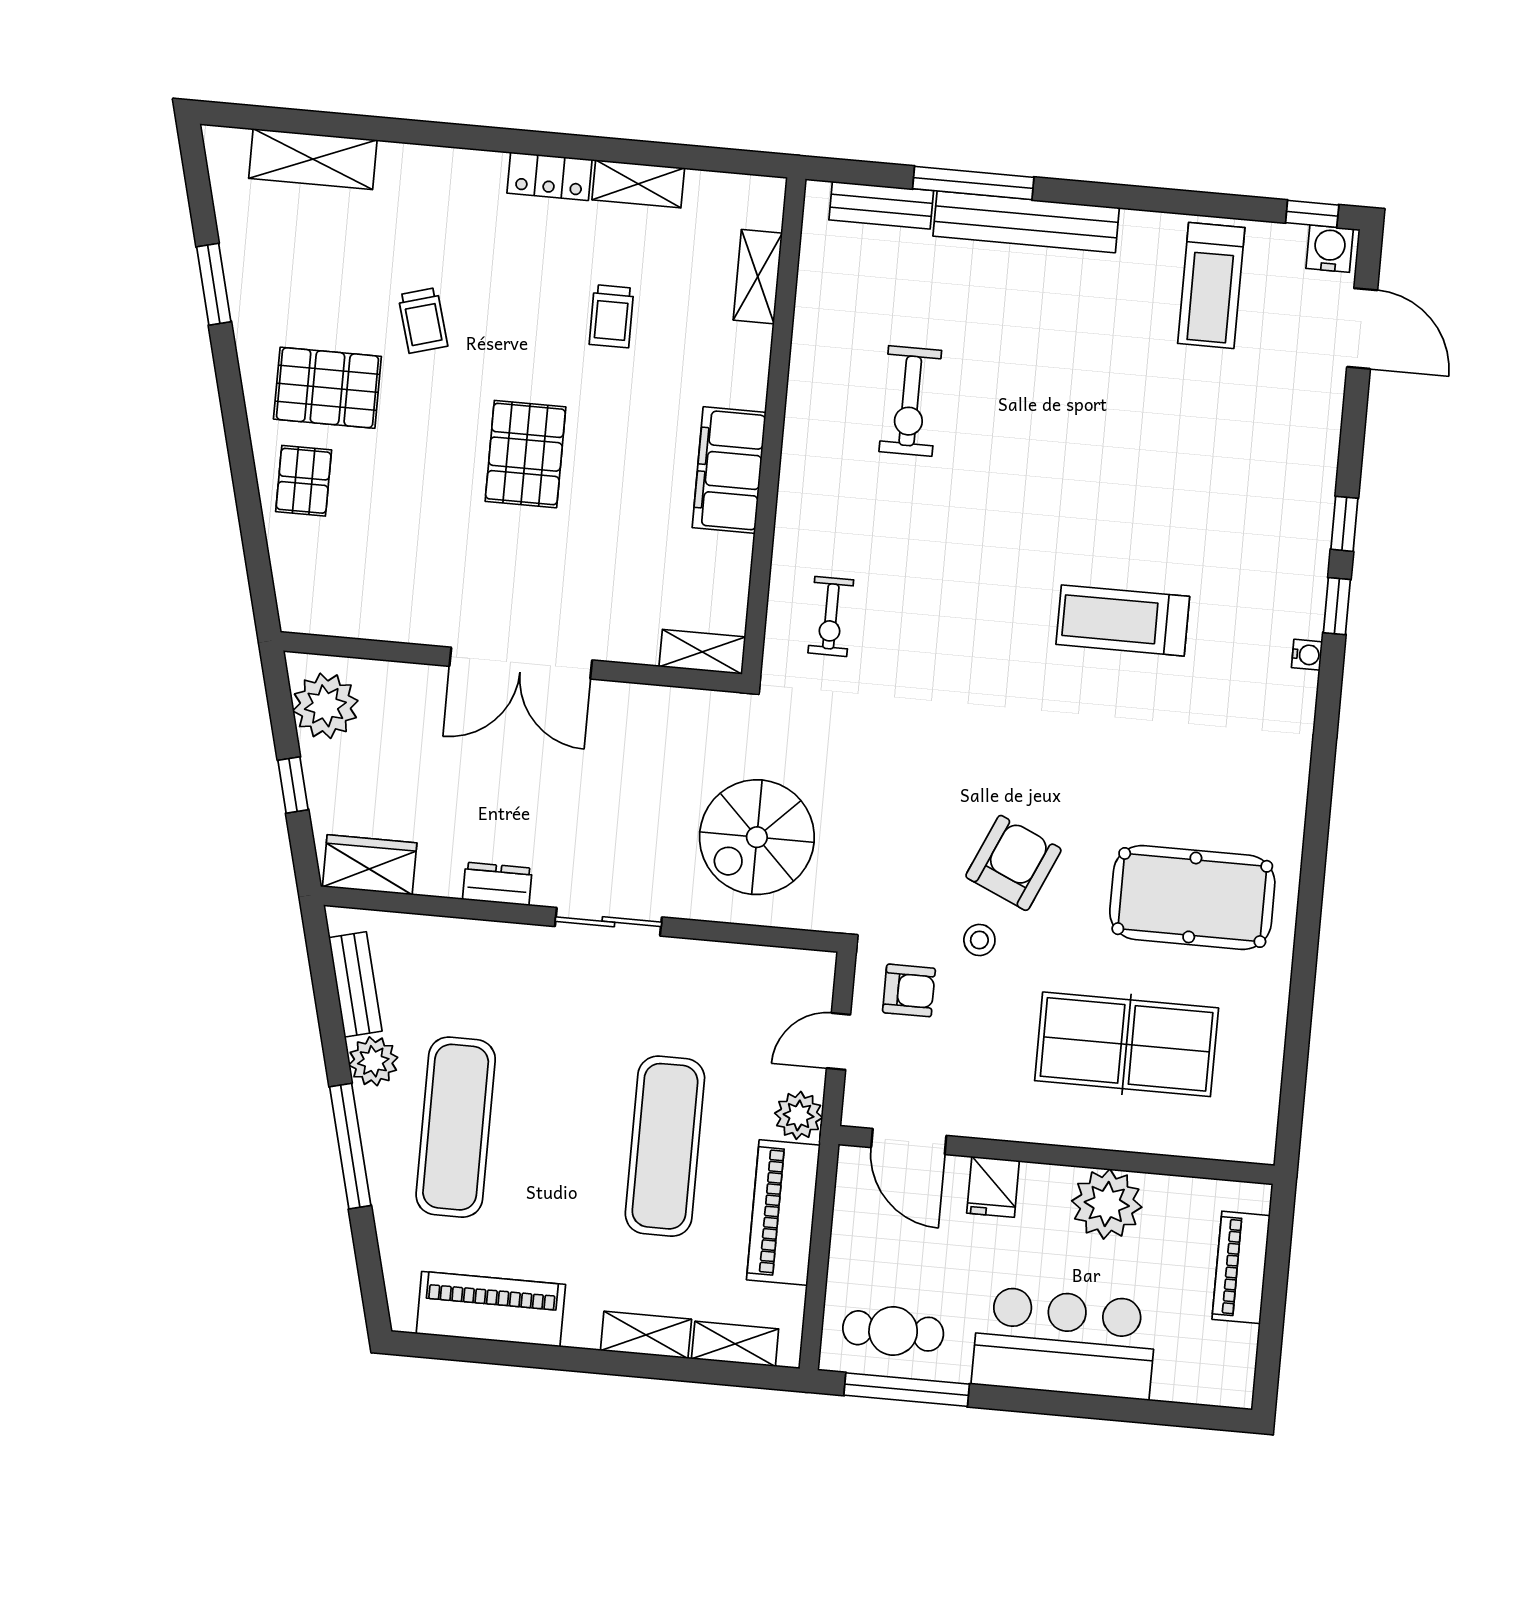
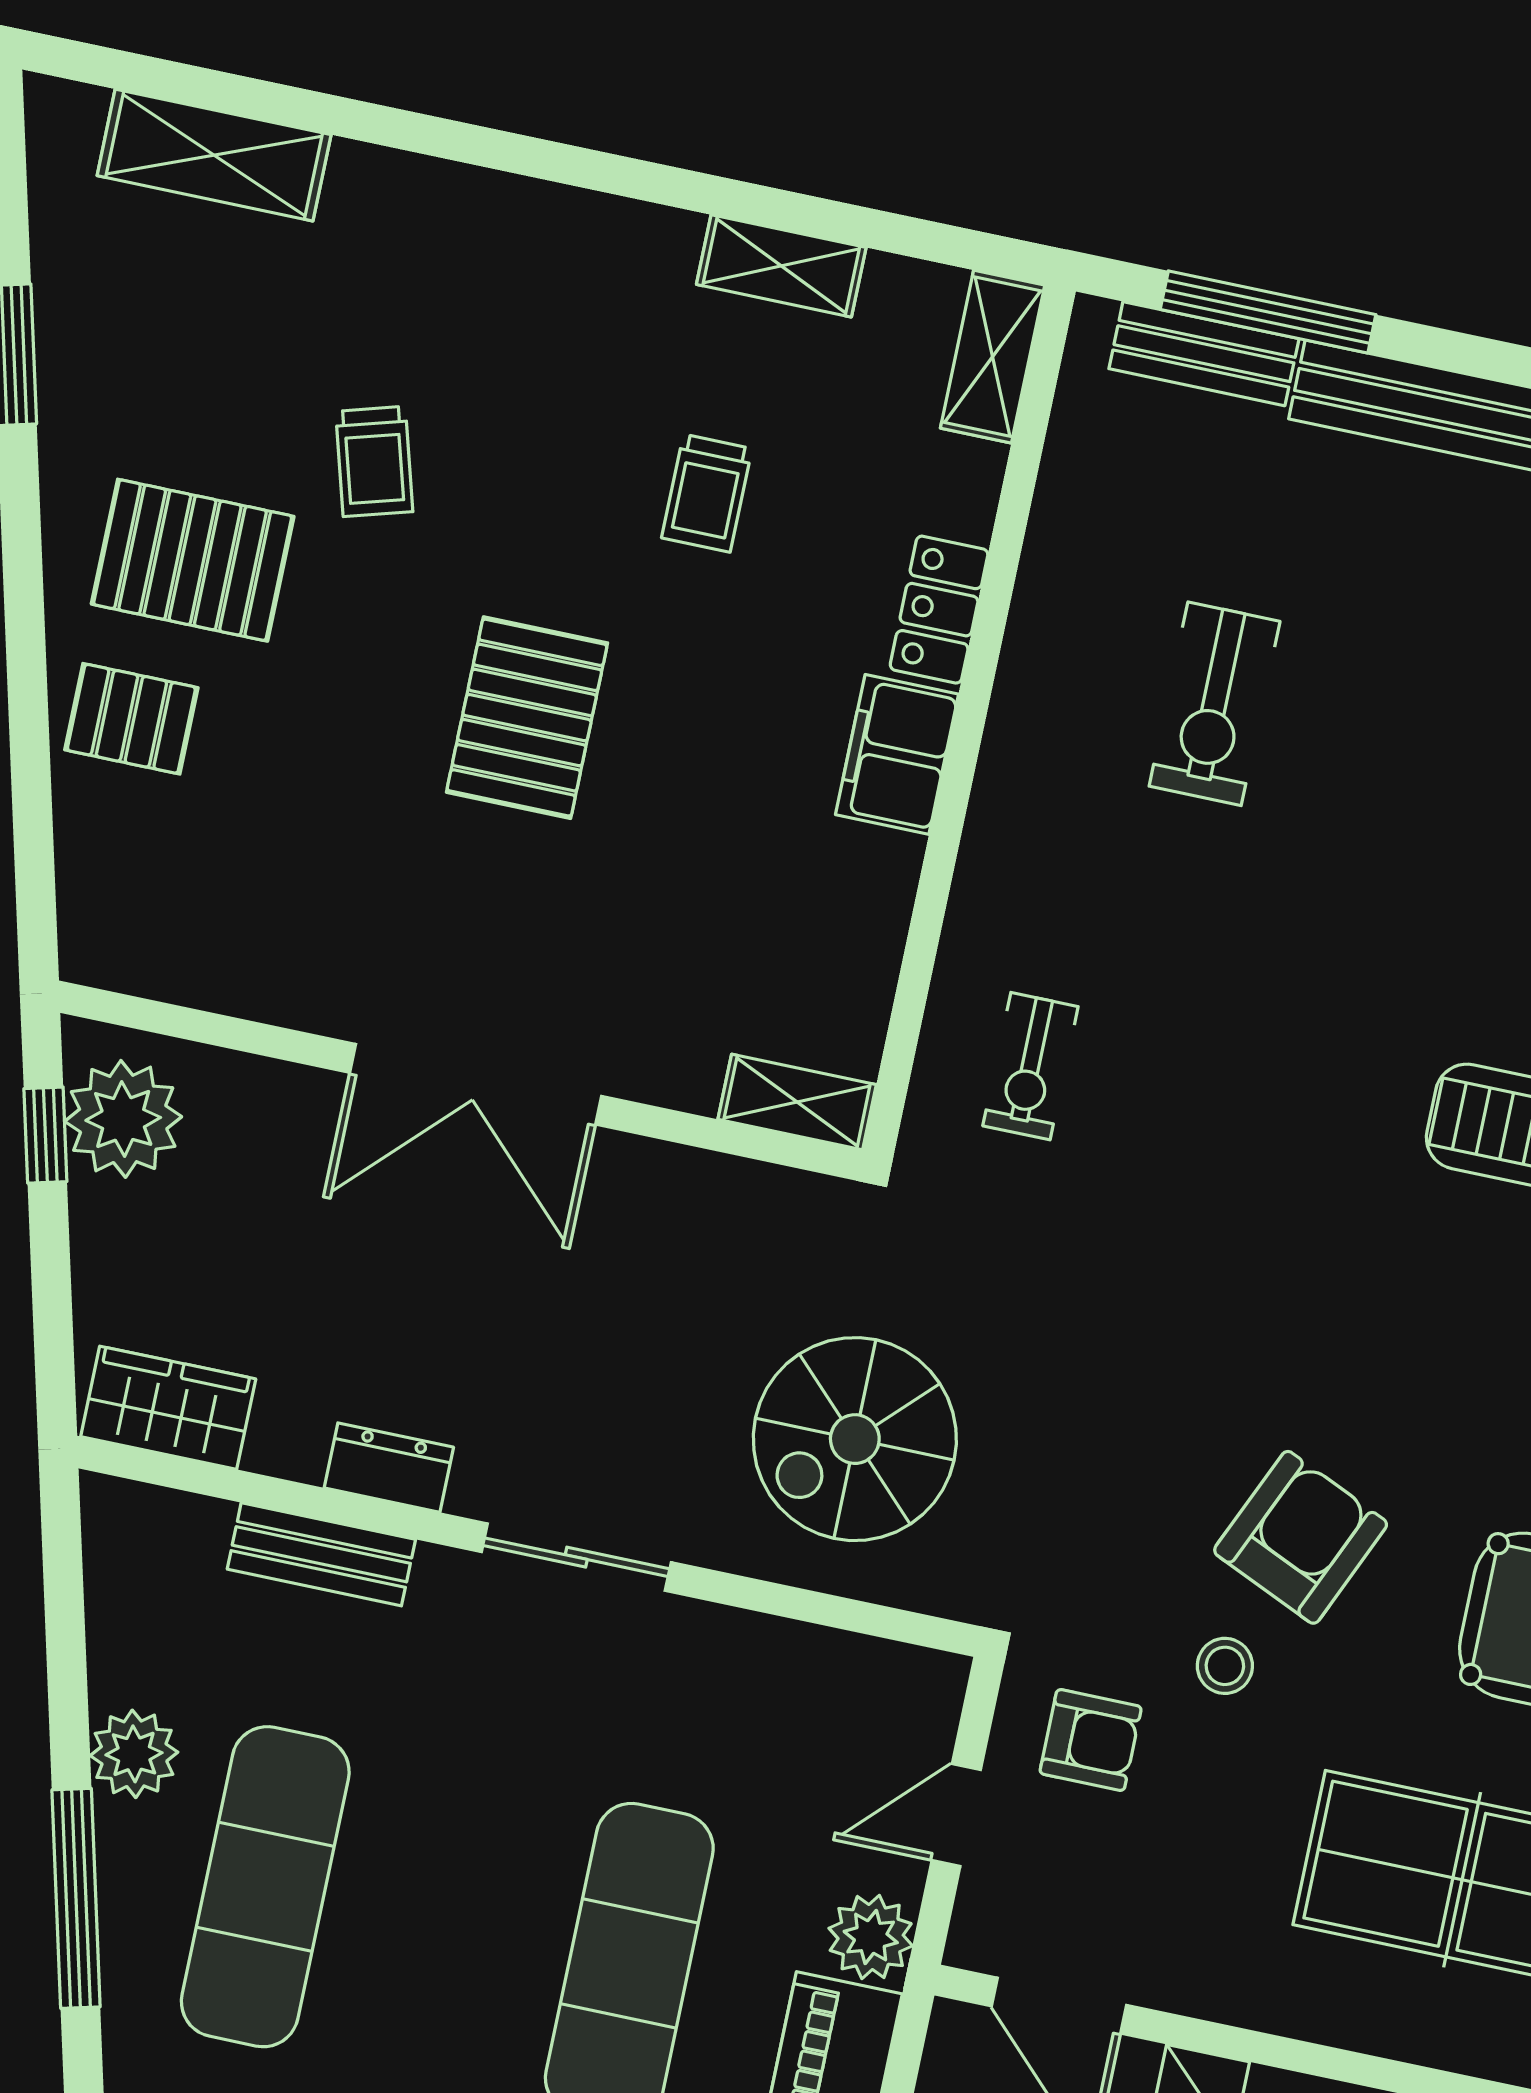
locker: (549, 176) -> (939, 610), moved, turned 90
window: (973, 183) -> (1268, 312), moved
shelving: (758, 277) -> (993, 357), moved
filing cabinet: (729, 470) -> (897, 754), width x0.67, depth x0.86
pallet: (304, 481) -> (131, 719), turned 90
window: (293, 785) -> (45, 1135), moved
bench: (355, 984) -> (321, 1554), moved, turned -76

